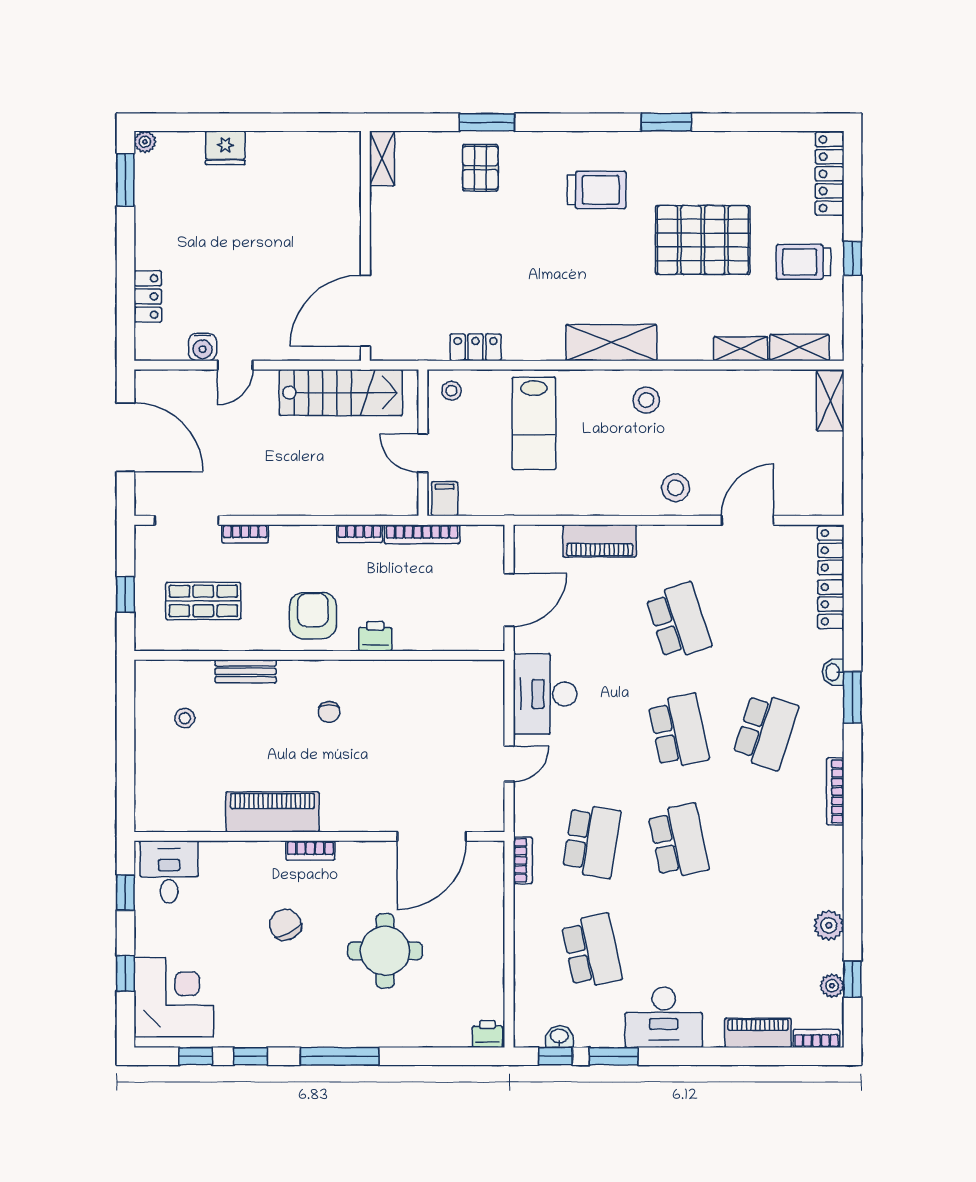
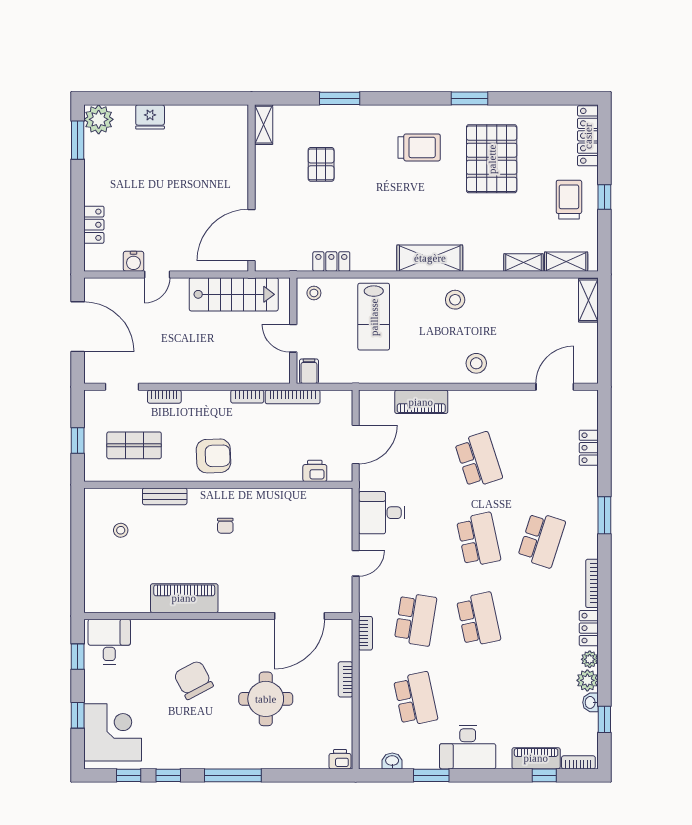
plant: (145, 142) -> (99, 119), width x1.87, depth x1.87
pallet: (480, 168) -> (321, 164), moved
pallet: (703, 240) -> (492, 159), moved, turned 90
trolley: (803, 262) -> (569, 200), turned 90
doorway: (187, 520) -> (122, 387), width x0.73
door: (748, 520) -> (555, 387), moved
locker: (831, 550) -> (589, 628), moved
armchair: (313, 616) -> (214, 456), turned 88
printer: (375, 636) -> (315, 471), moved
washbasin: (833, 672) -> (591, 702), moved
desk: (545, 694) -> (382, 513), width x0.73
bookcase: (310, 850) -> (345, 679), moved, turned 90
chair: (285, 925) -> (193, 680), width x1.37, depth x1.37
plant: (832, 986) -> (590, 659), moved
window: (555, 1056) -> (544, 775), moved

